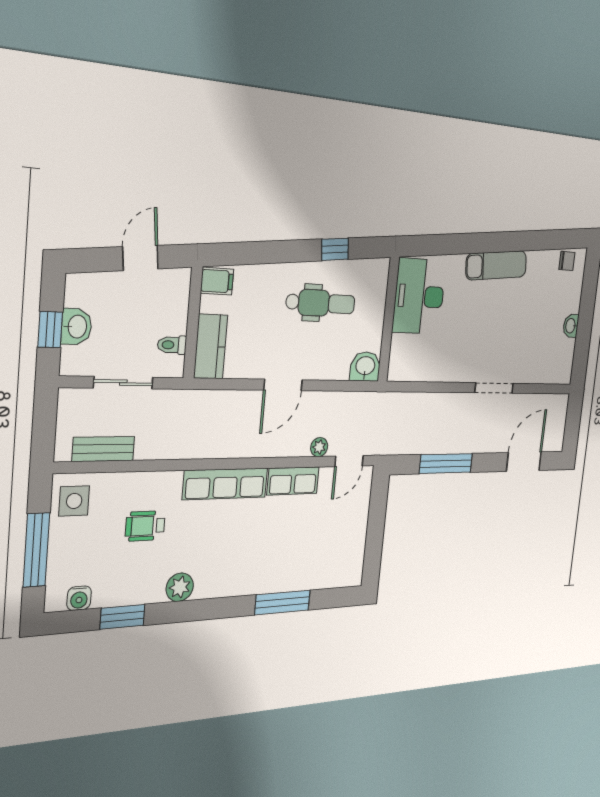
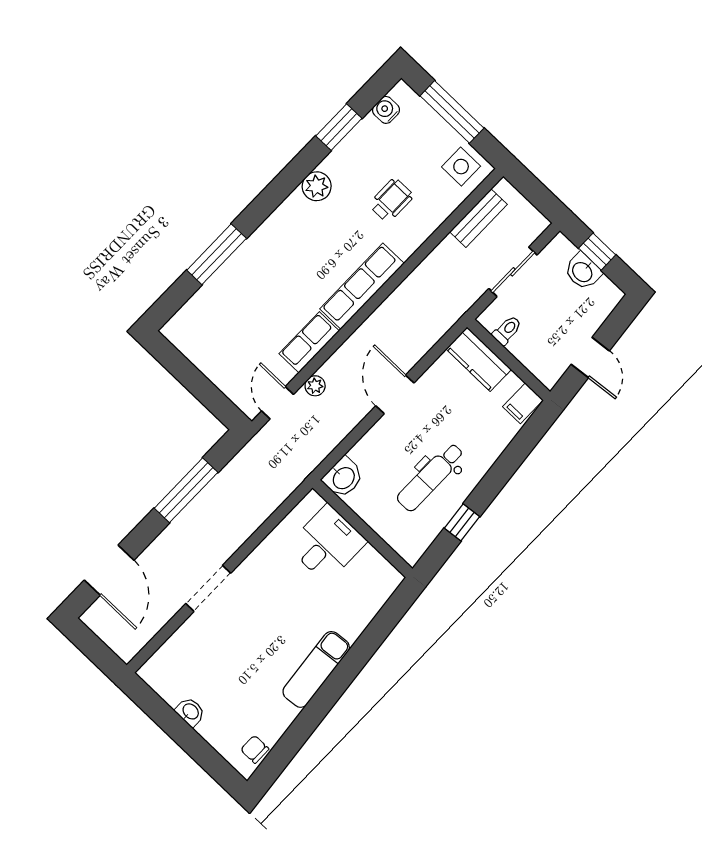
chair: (567, 261) -> (255, 749), turned 90
desk: (419, 296) -> (327, 544), moved, width x0.73

